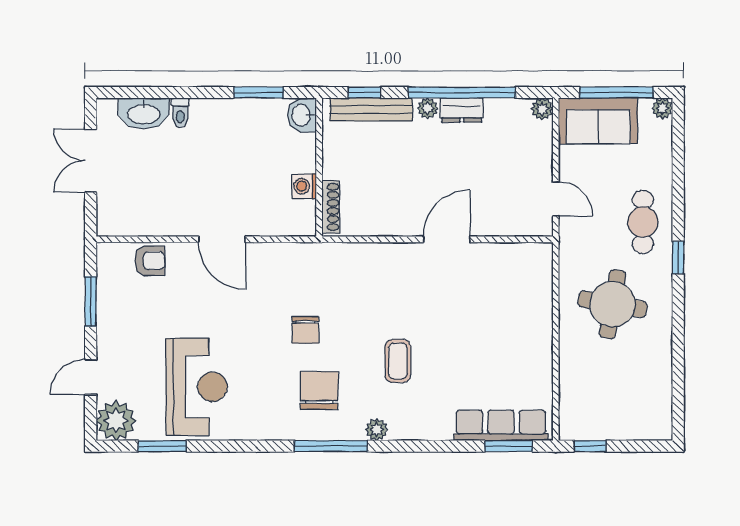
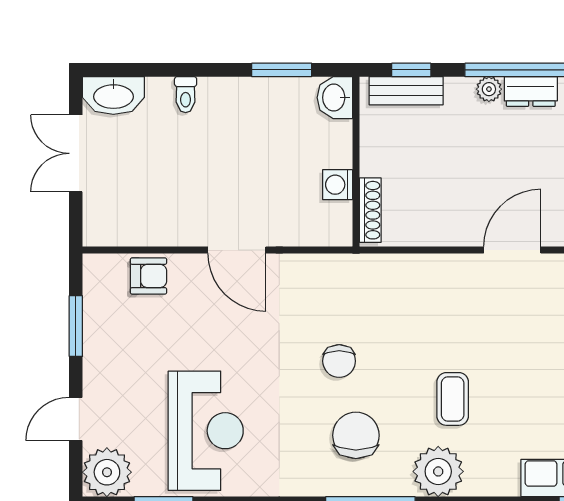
bench: (371, 109) -> (406, 91), width x0.73
washbasin: (144, 113) -> (113, 95), moved
plant: (377, 430) -> (438, 471), width x1.87, depth x1.87

